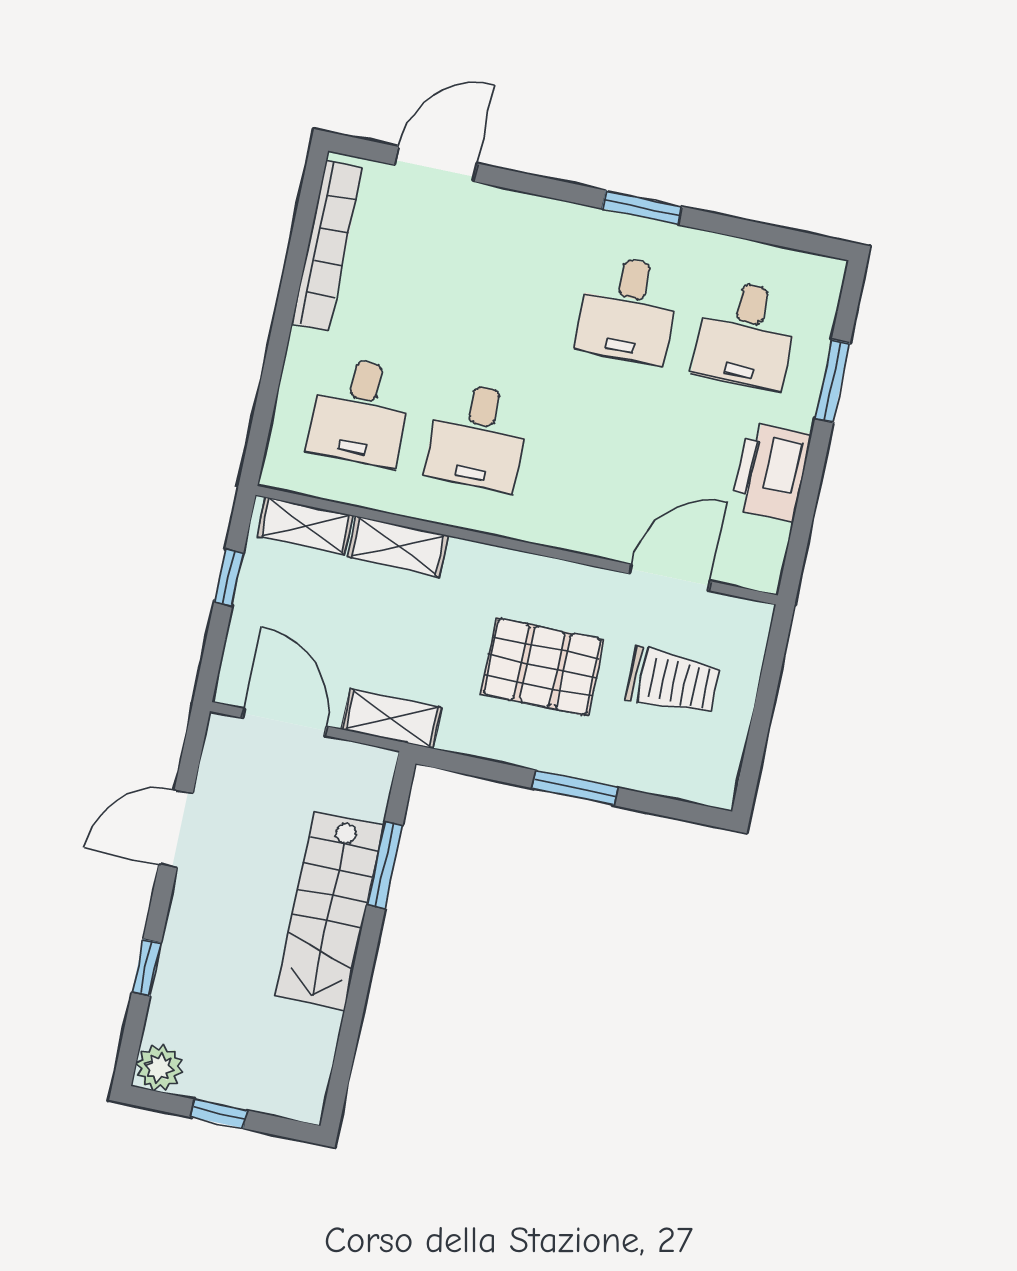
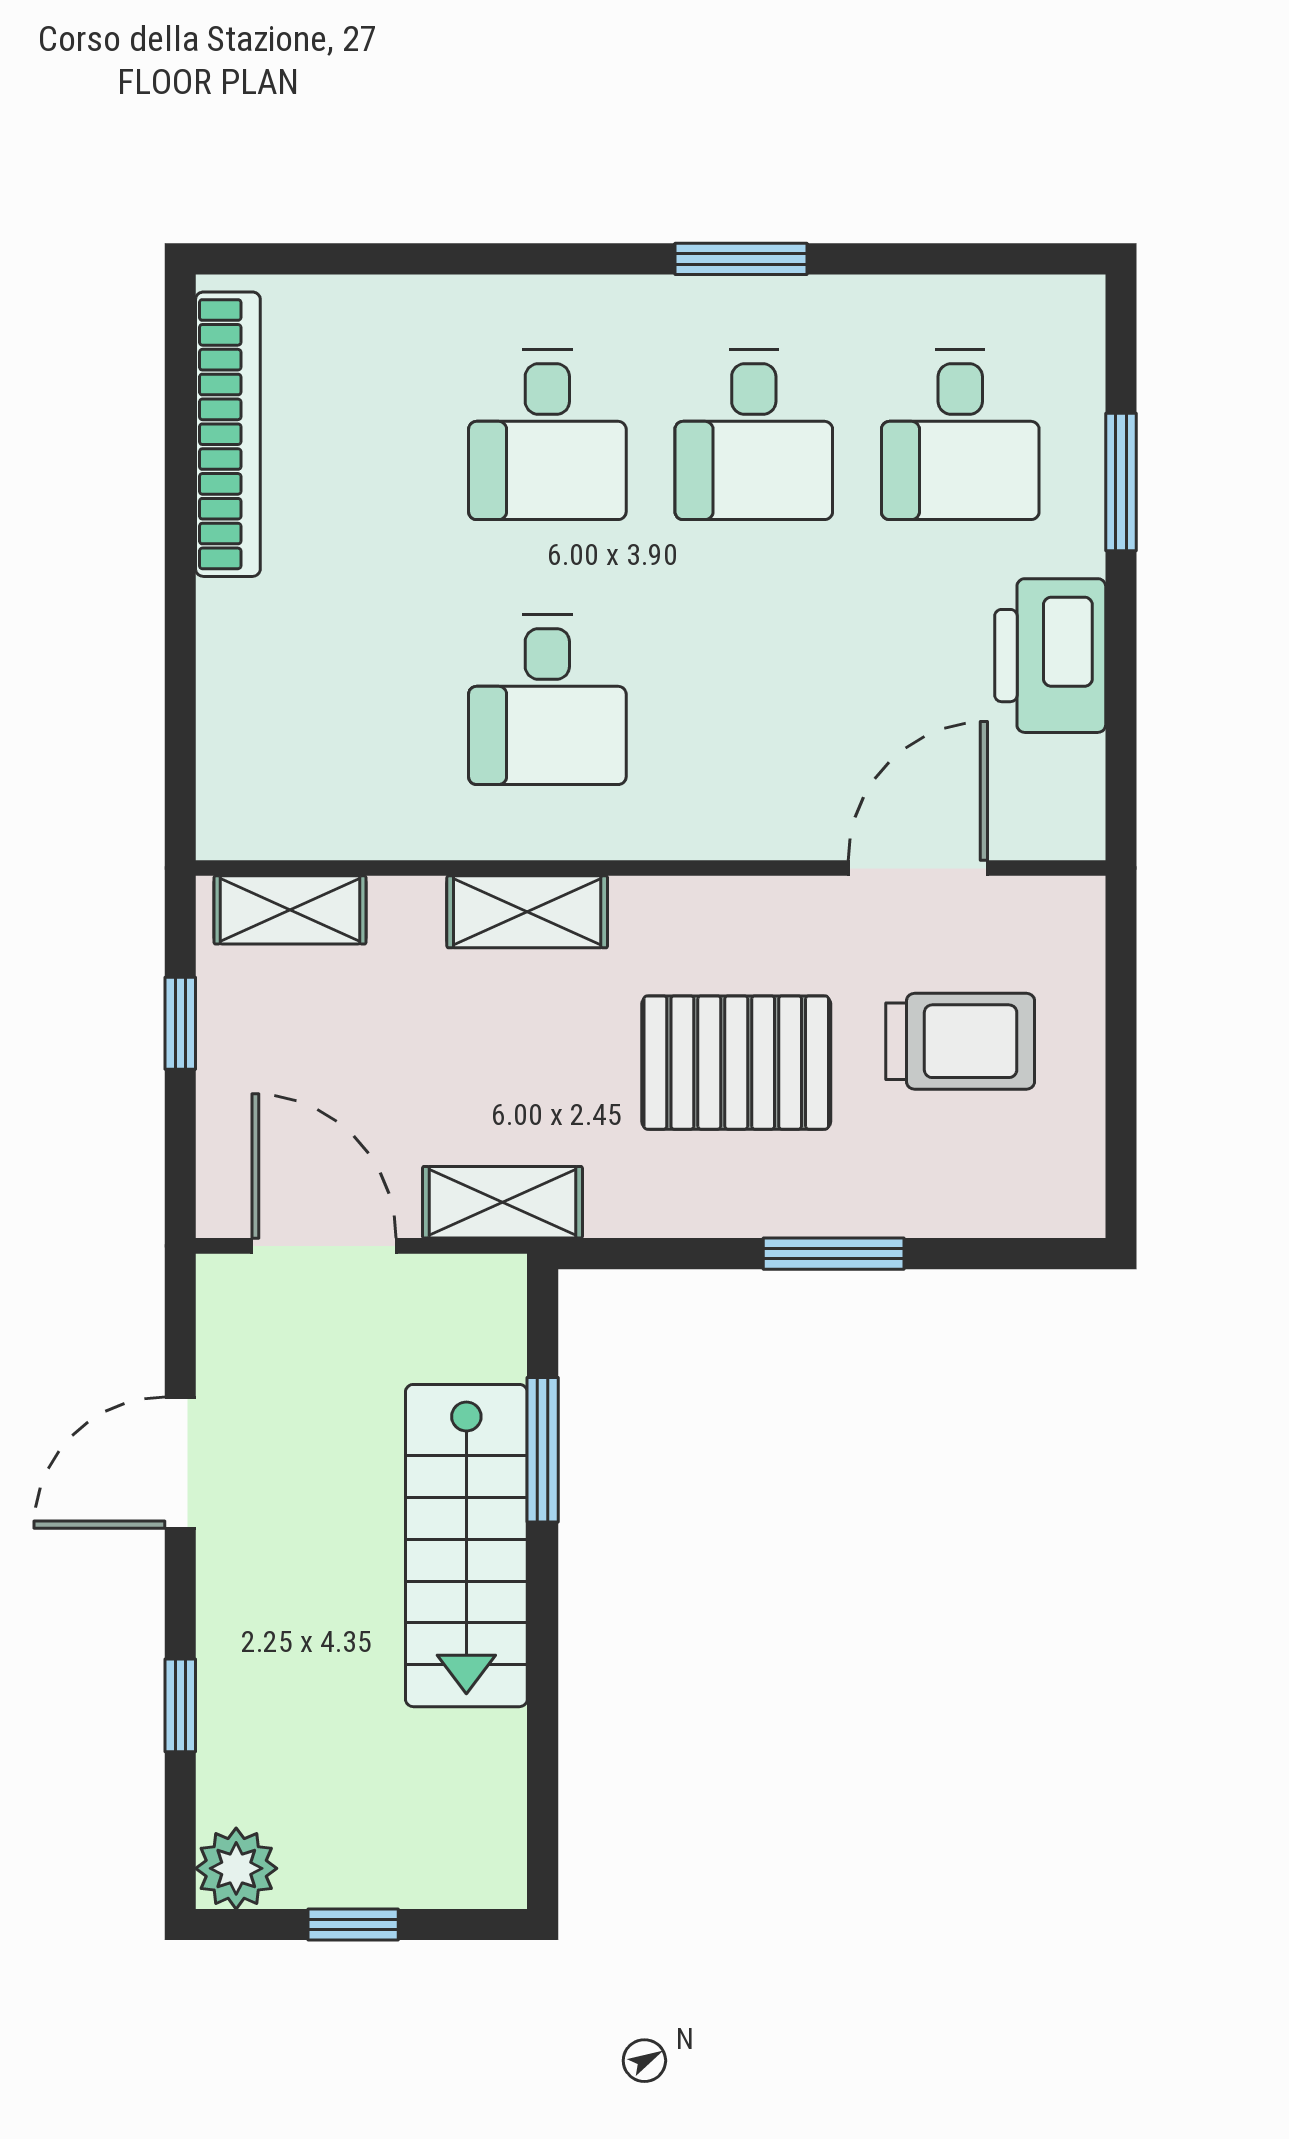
door: (436, 164) -> (381, 259), removed
desk: (360, 412) -> (547, 435), moved
shelving: (398, 546) -> (527, 912), moved

